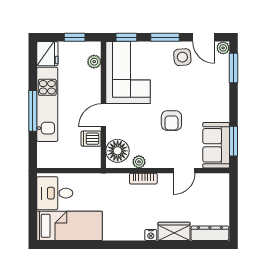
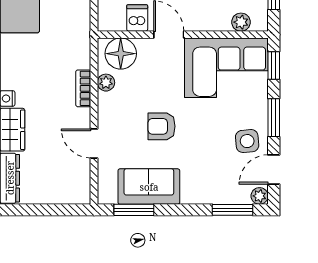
sofa: (216, 145) -> (149, 187), moved

